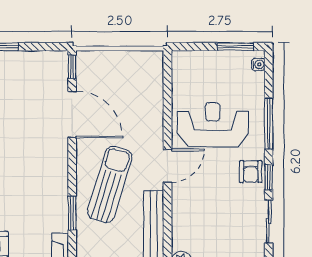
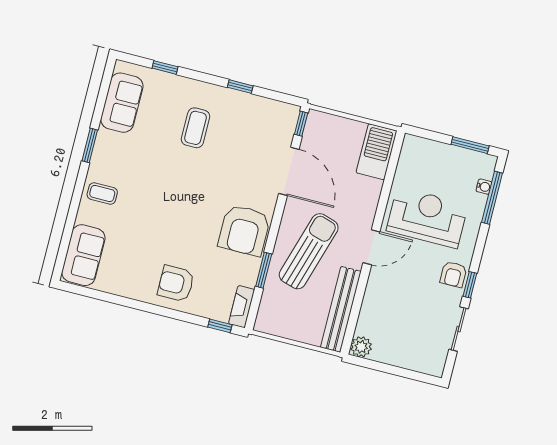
water cooler: (258, 64) -> (484, 187), moved
barbecue: (149, 75) -> (377, 152), added
window: (269, 123) -> (492, 198), moved
armchair: (44, 180) -> (244, 230), added

